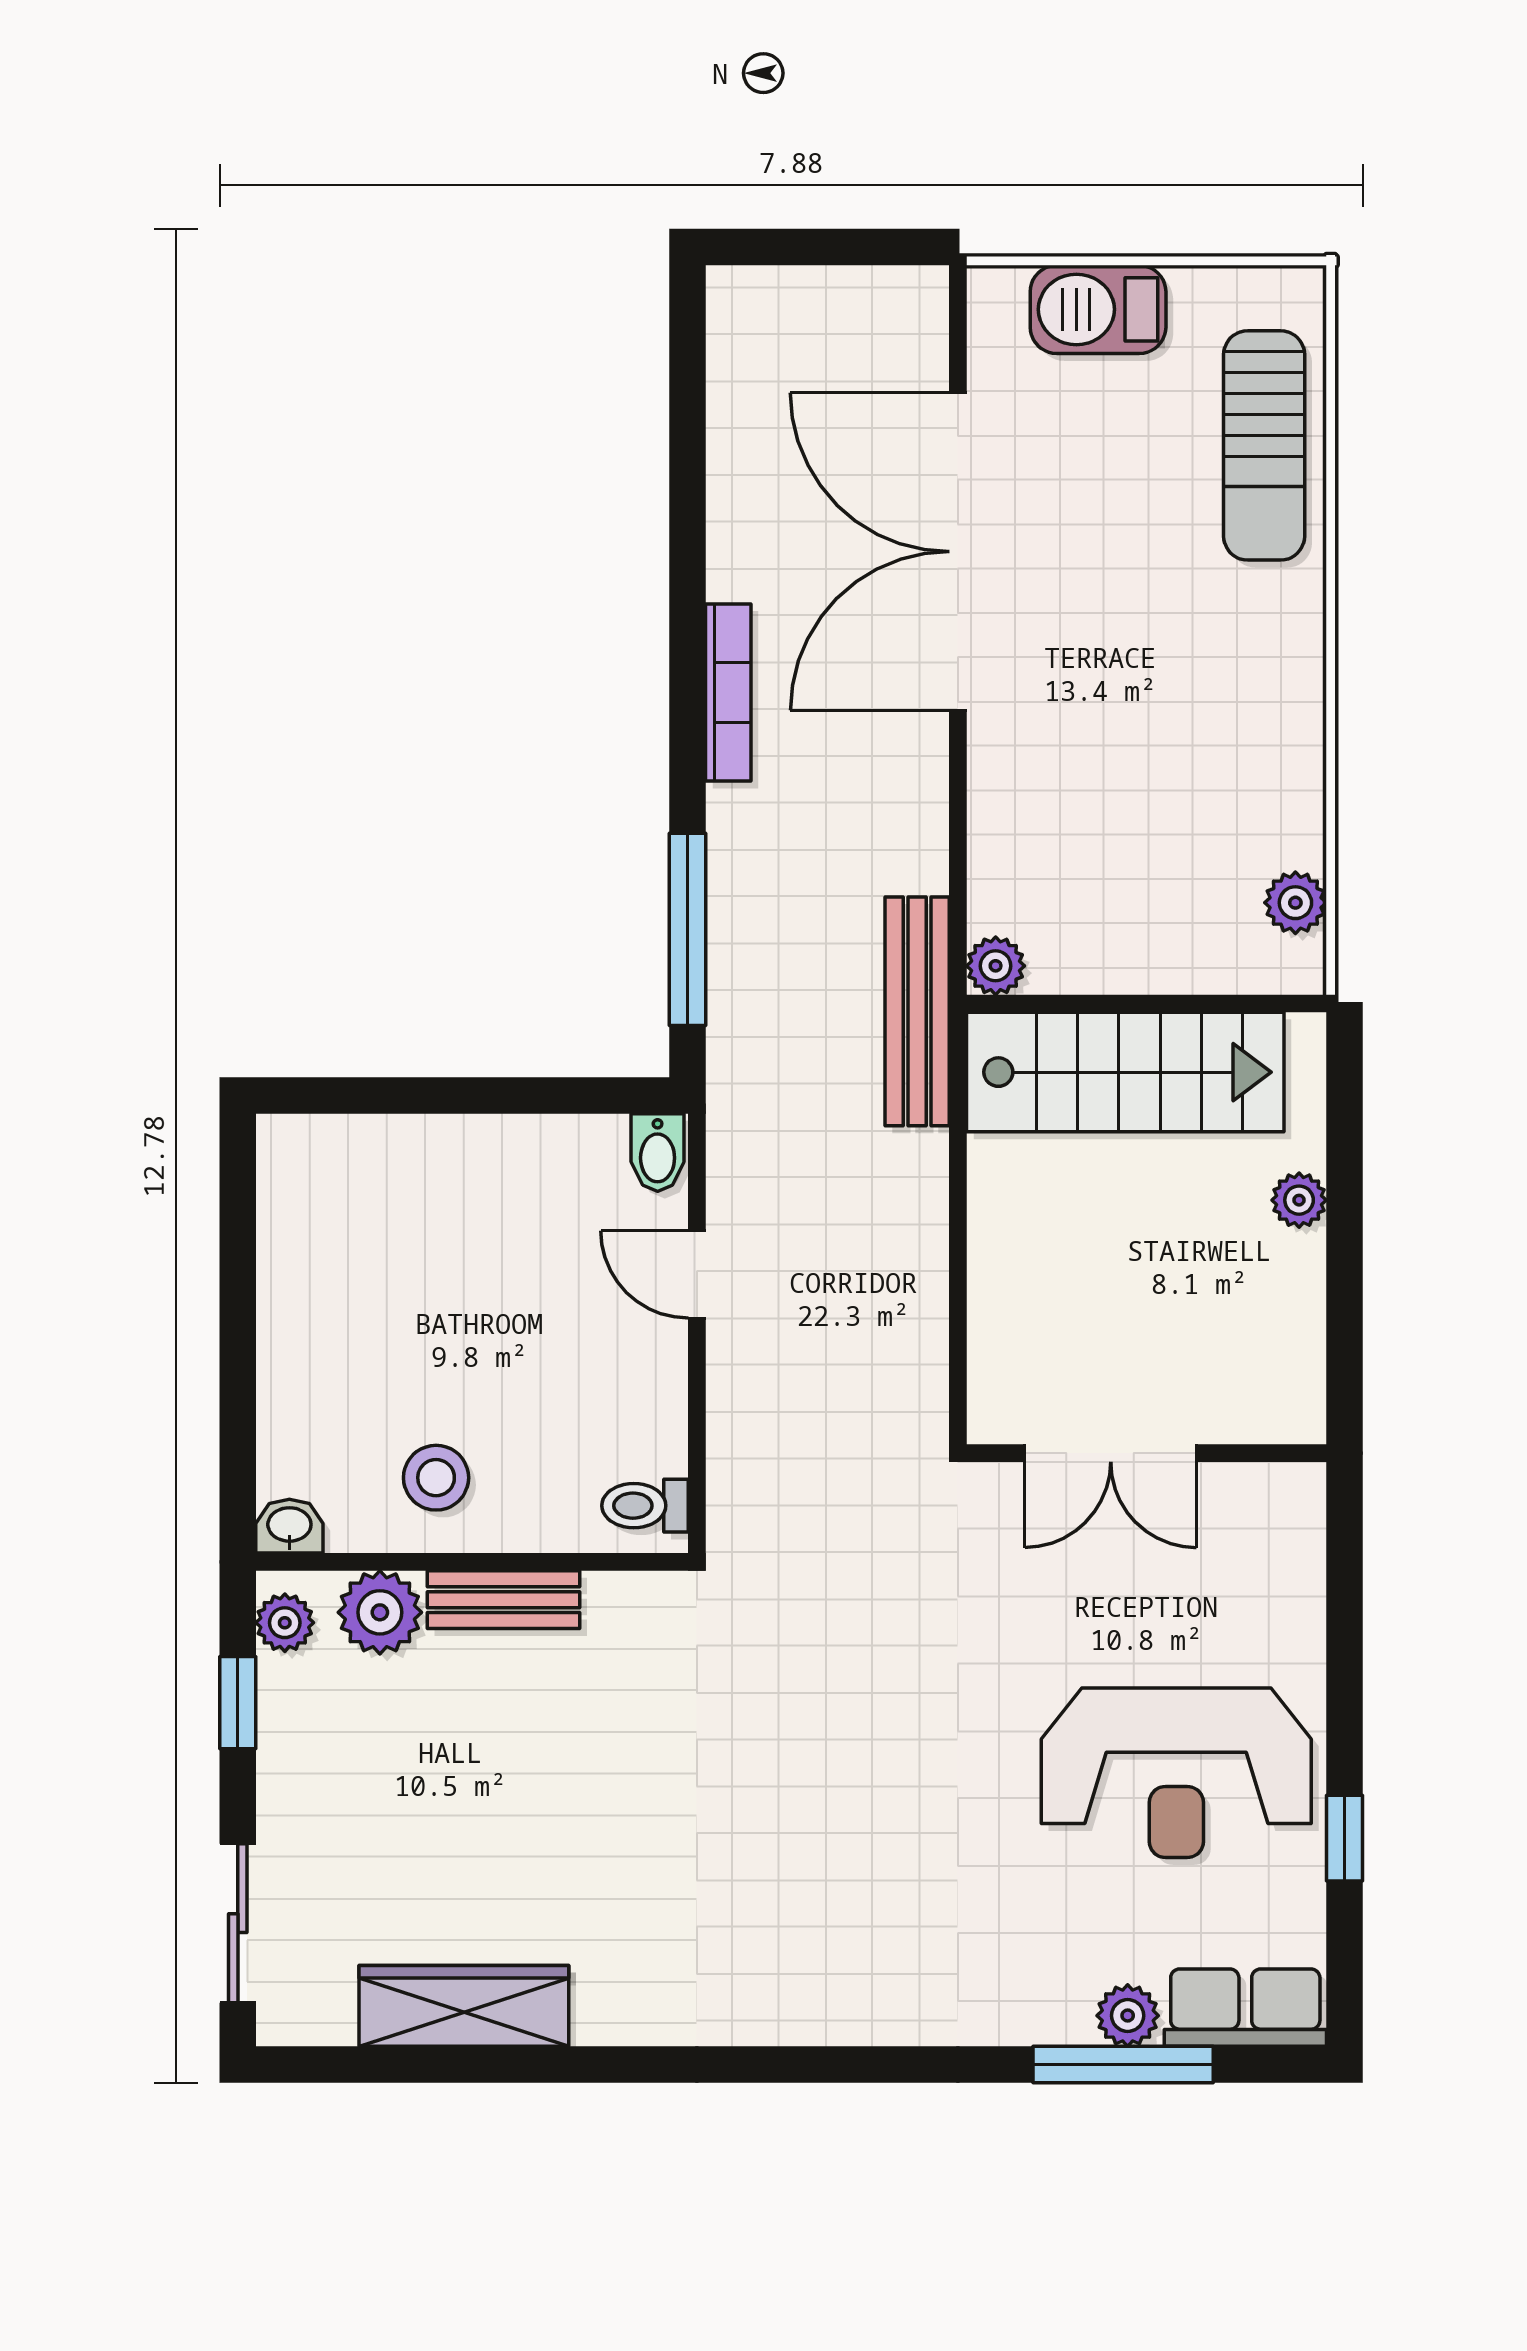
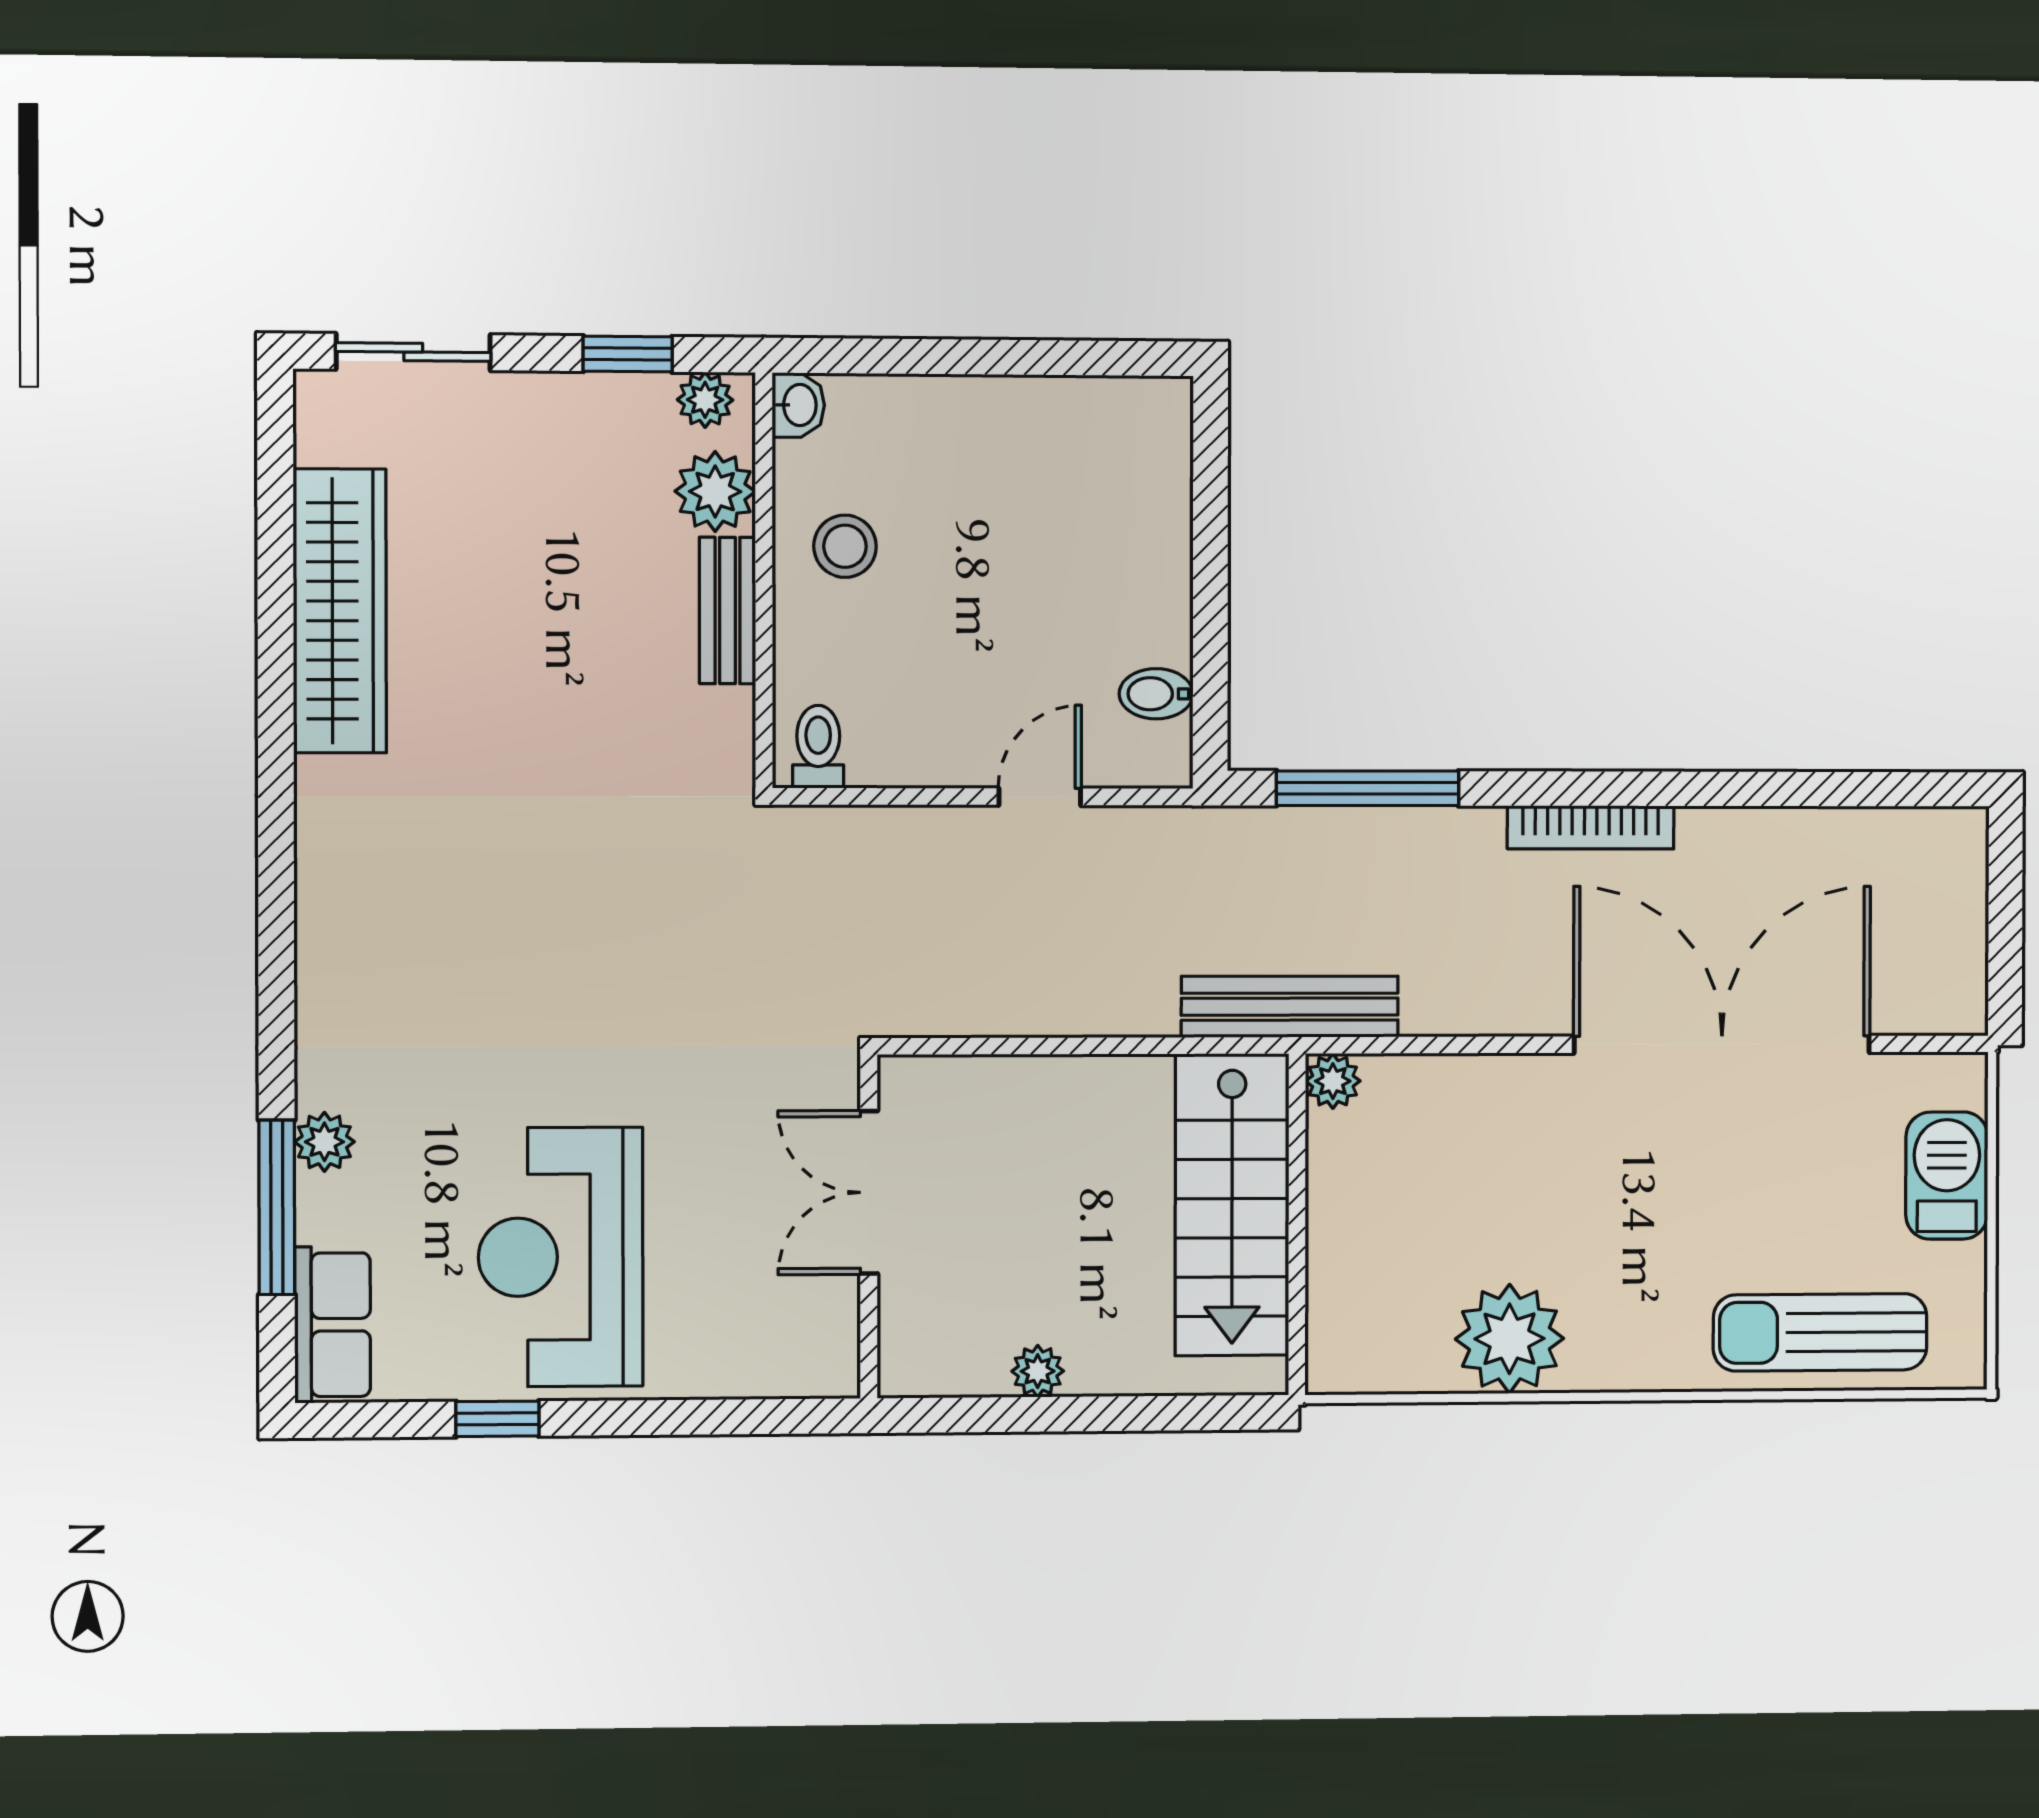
plant: (1295, 903) -> (1509, 1339), moved, width x1.87, depth x1.87
bidet: (658, 1152) -> (1156, 694), moved
plant: (1299, 1200) -> (1038, 1371), moved
wardrobe: (464, 2006) -> (340, 611), width x1.40, depth x1.17
plant: (1128, 2016) -> (324, 1142), moved

